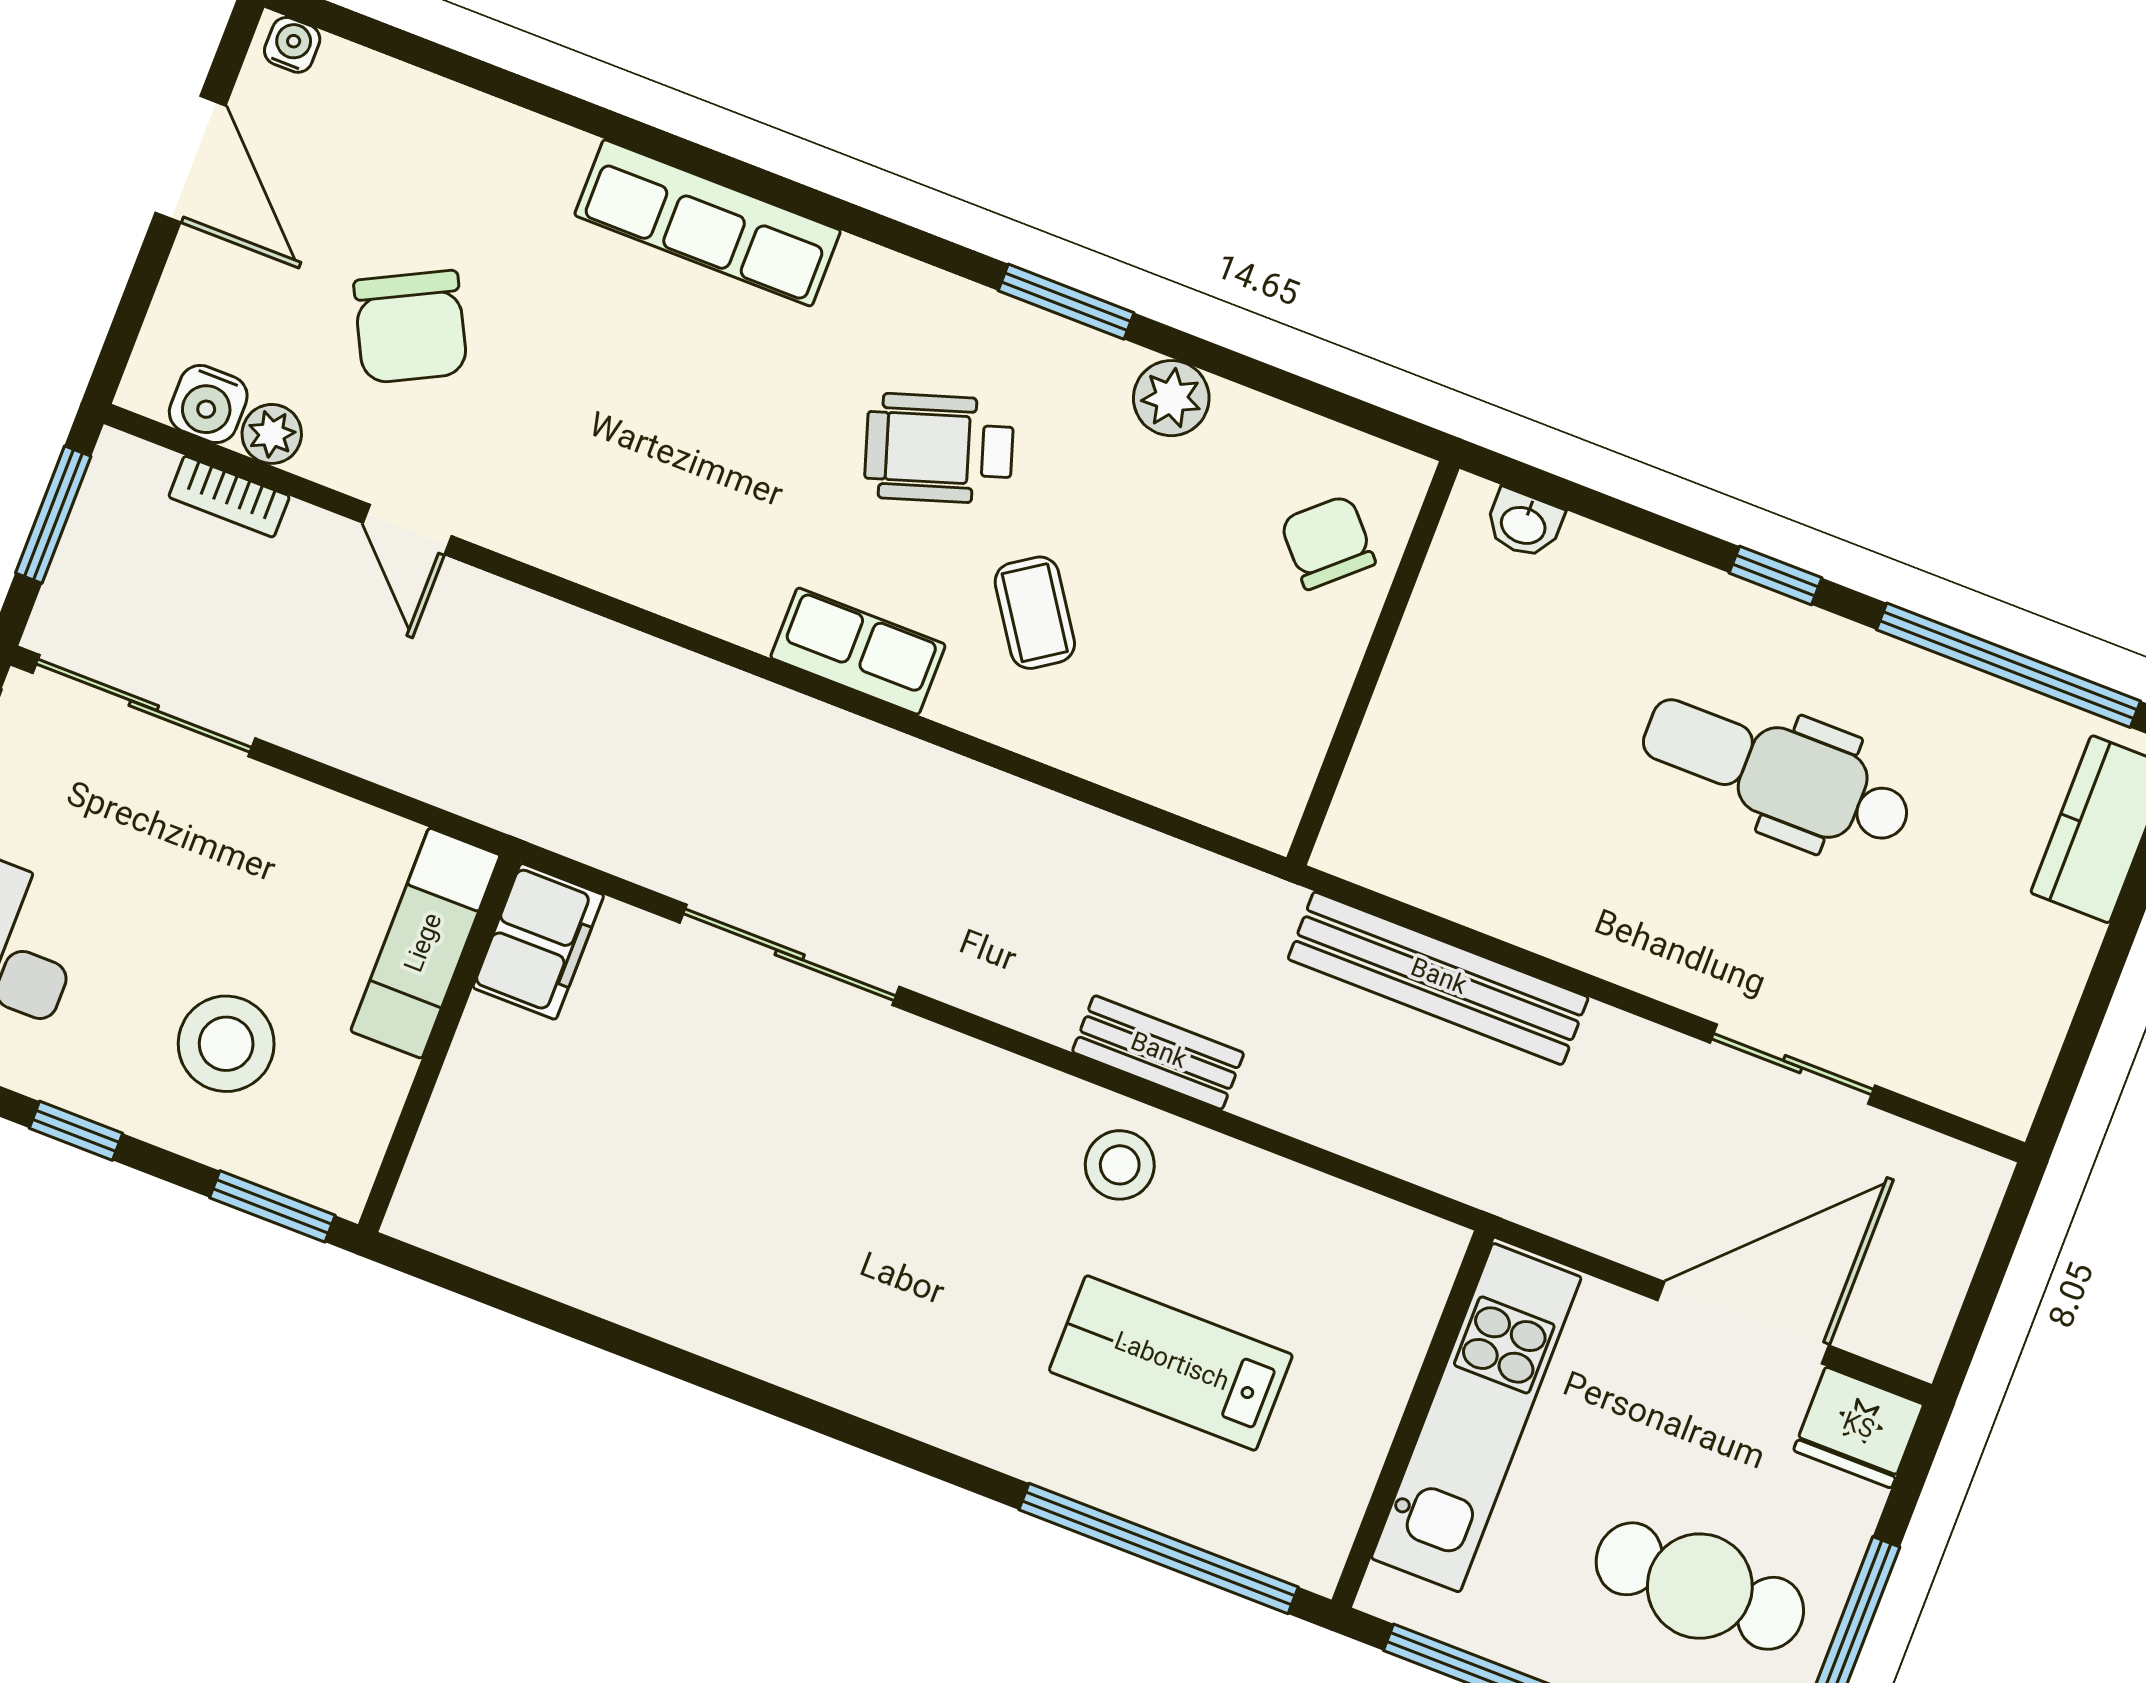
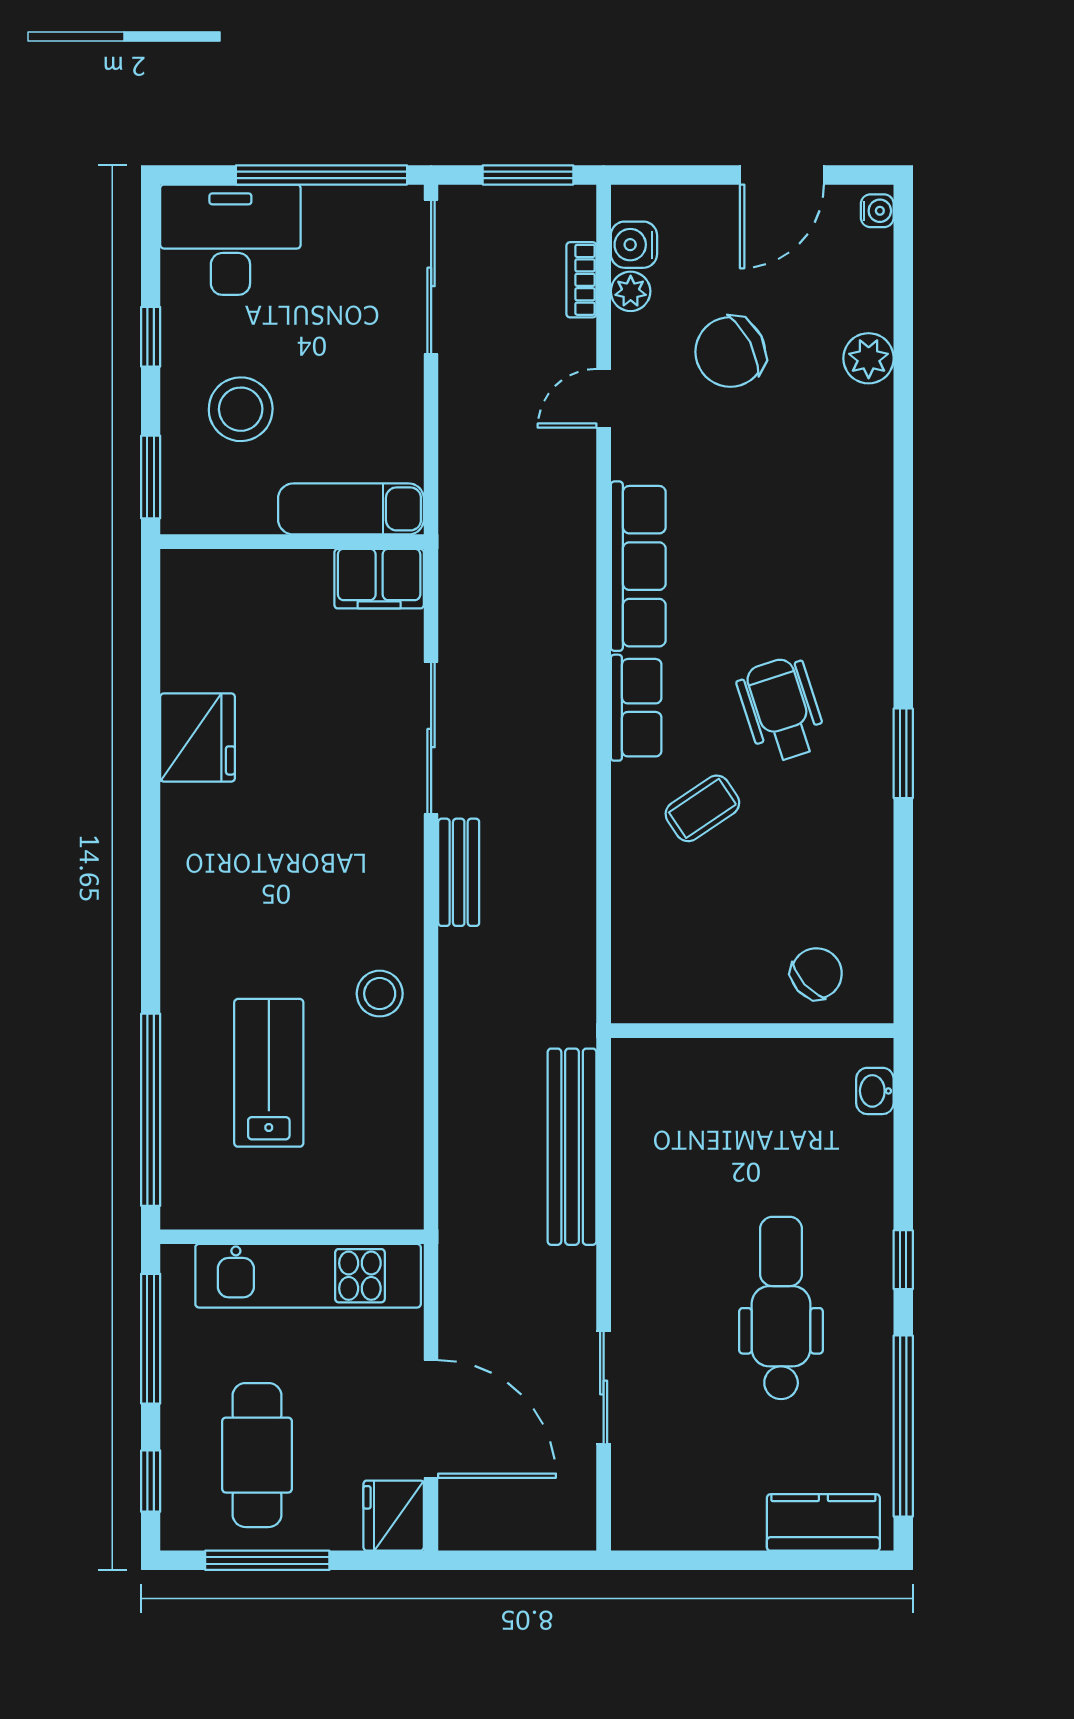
row of seats: (708, 223) -> (638, 566), moved, turned 180
plant: (1171, 398) -> (869, 358), moved
bench: (1158, 1052) -> (459, 872), moved
fridge: (663, 1282) -> (198, 737), added

